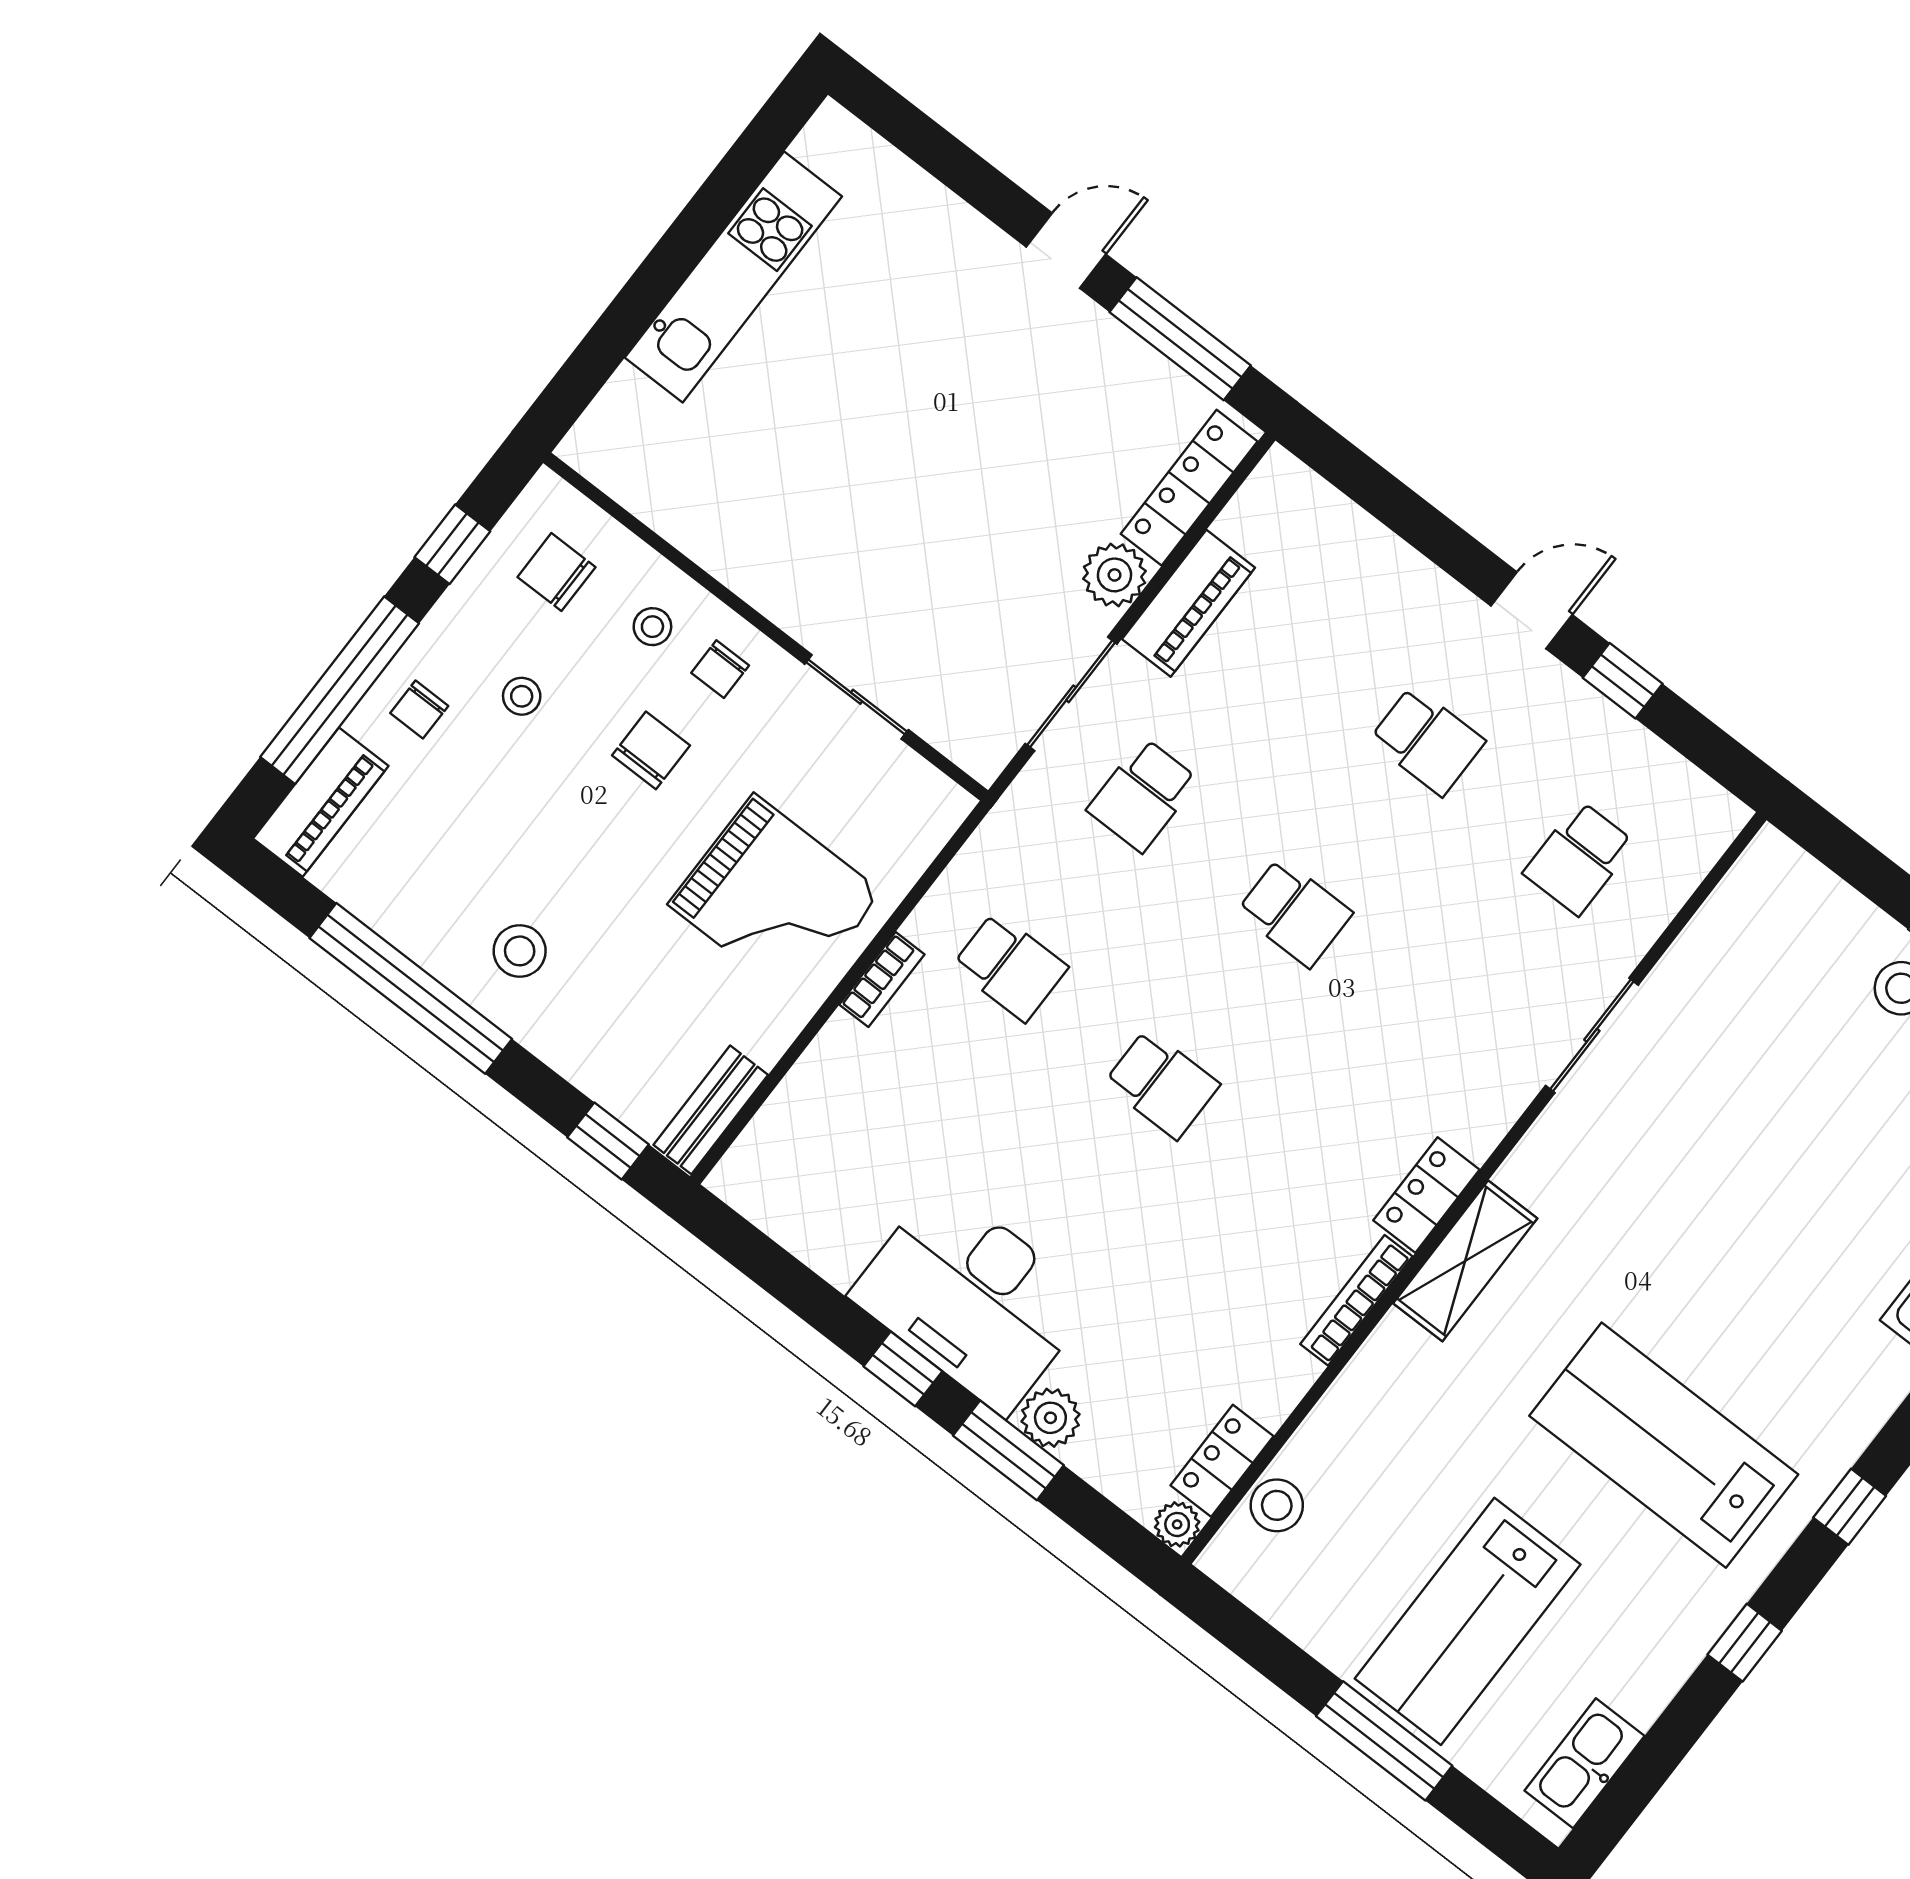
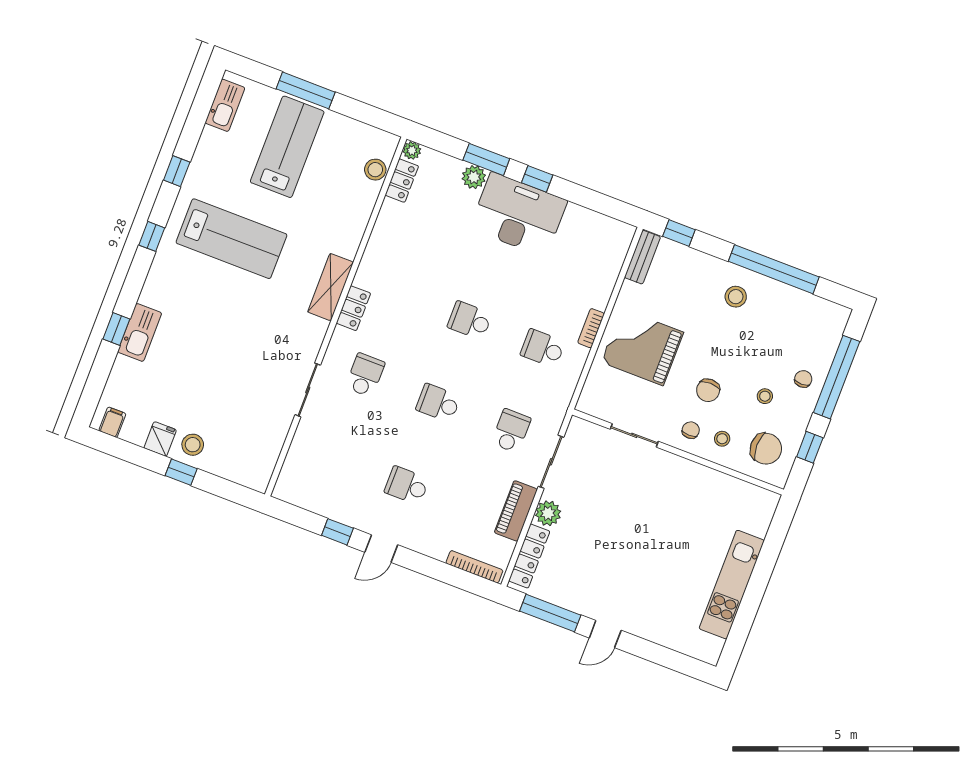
chair: (556, 572) -> (766, 449), width x1.37, depth x1.37
piano: (321, 802) -> (831, 331), removed
school desk: (1579, 858) -> (365, 375), moved
bookcase: (1356, 1300) -> (474, 567), moved, turned -90

